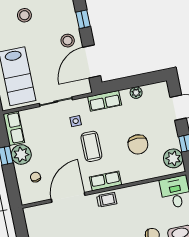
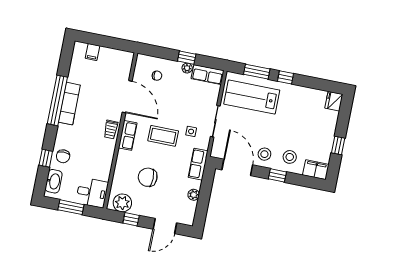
stool: (24, 15) -> (290, 157), moved
plant: (21, 155) -> (187, 68), width x0.53, depth x0.53

